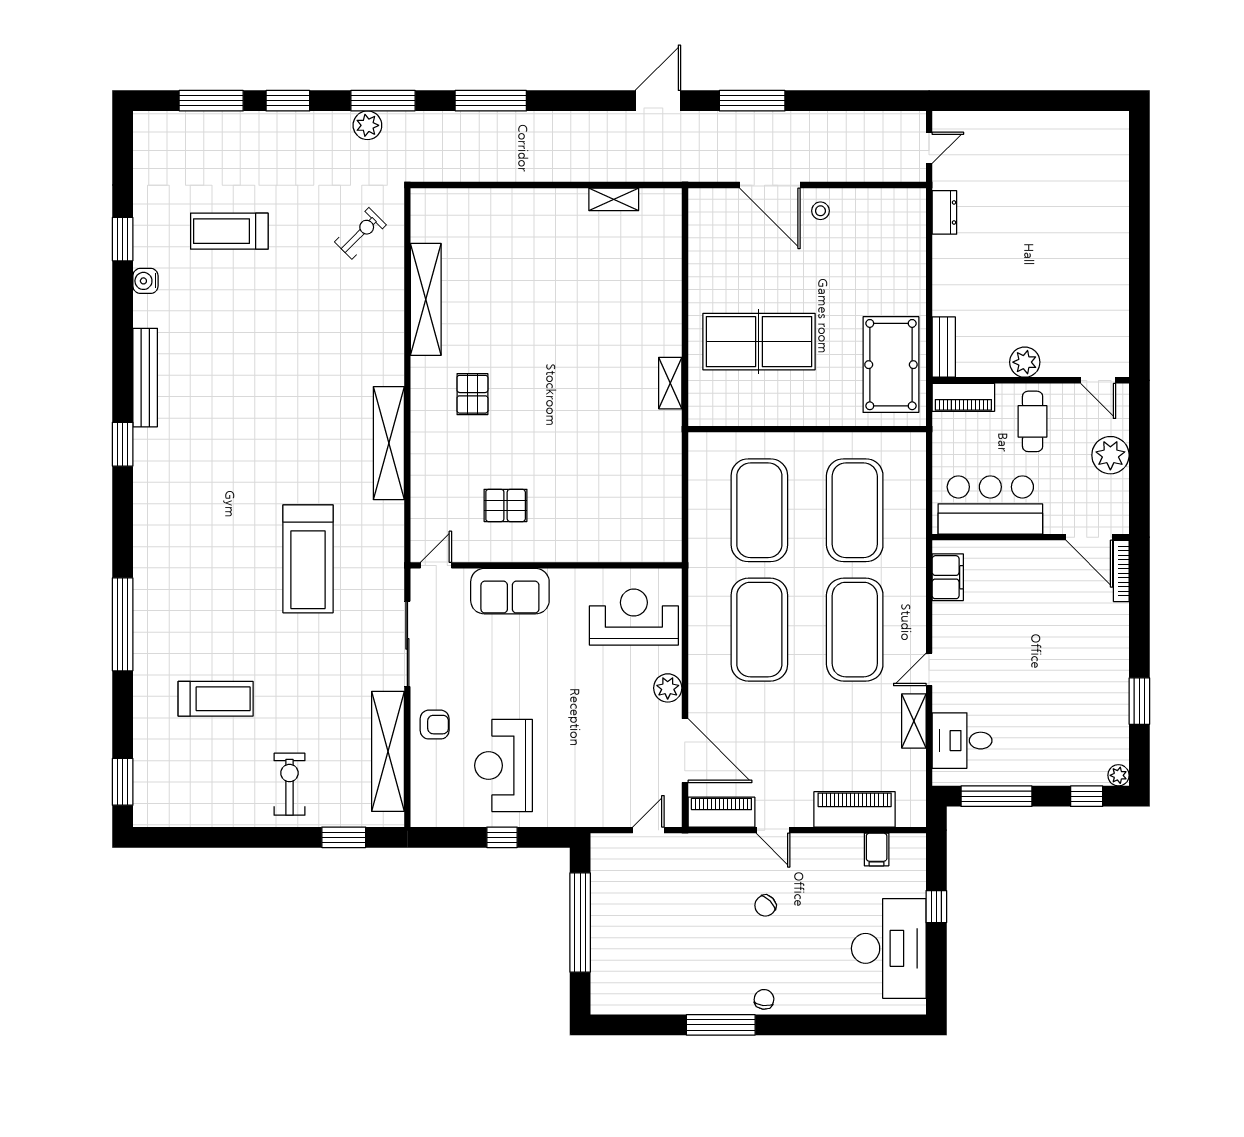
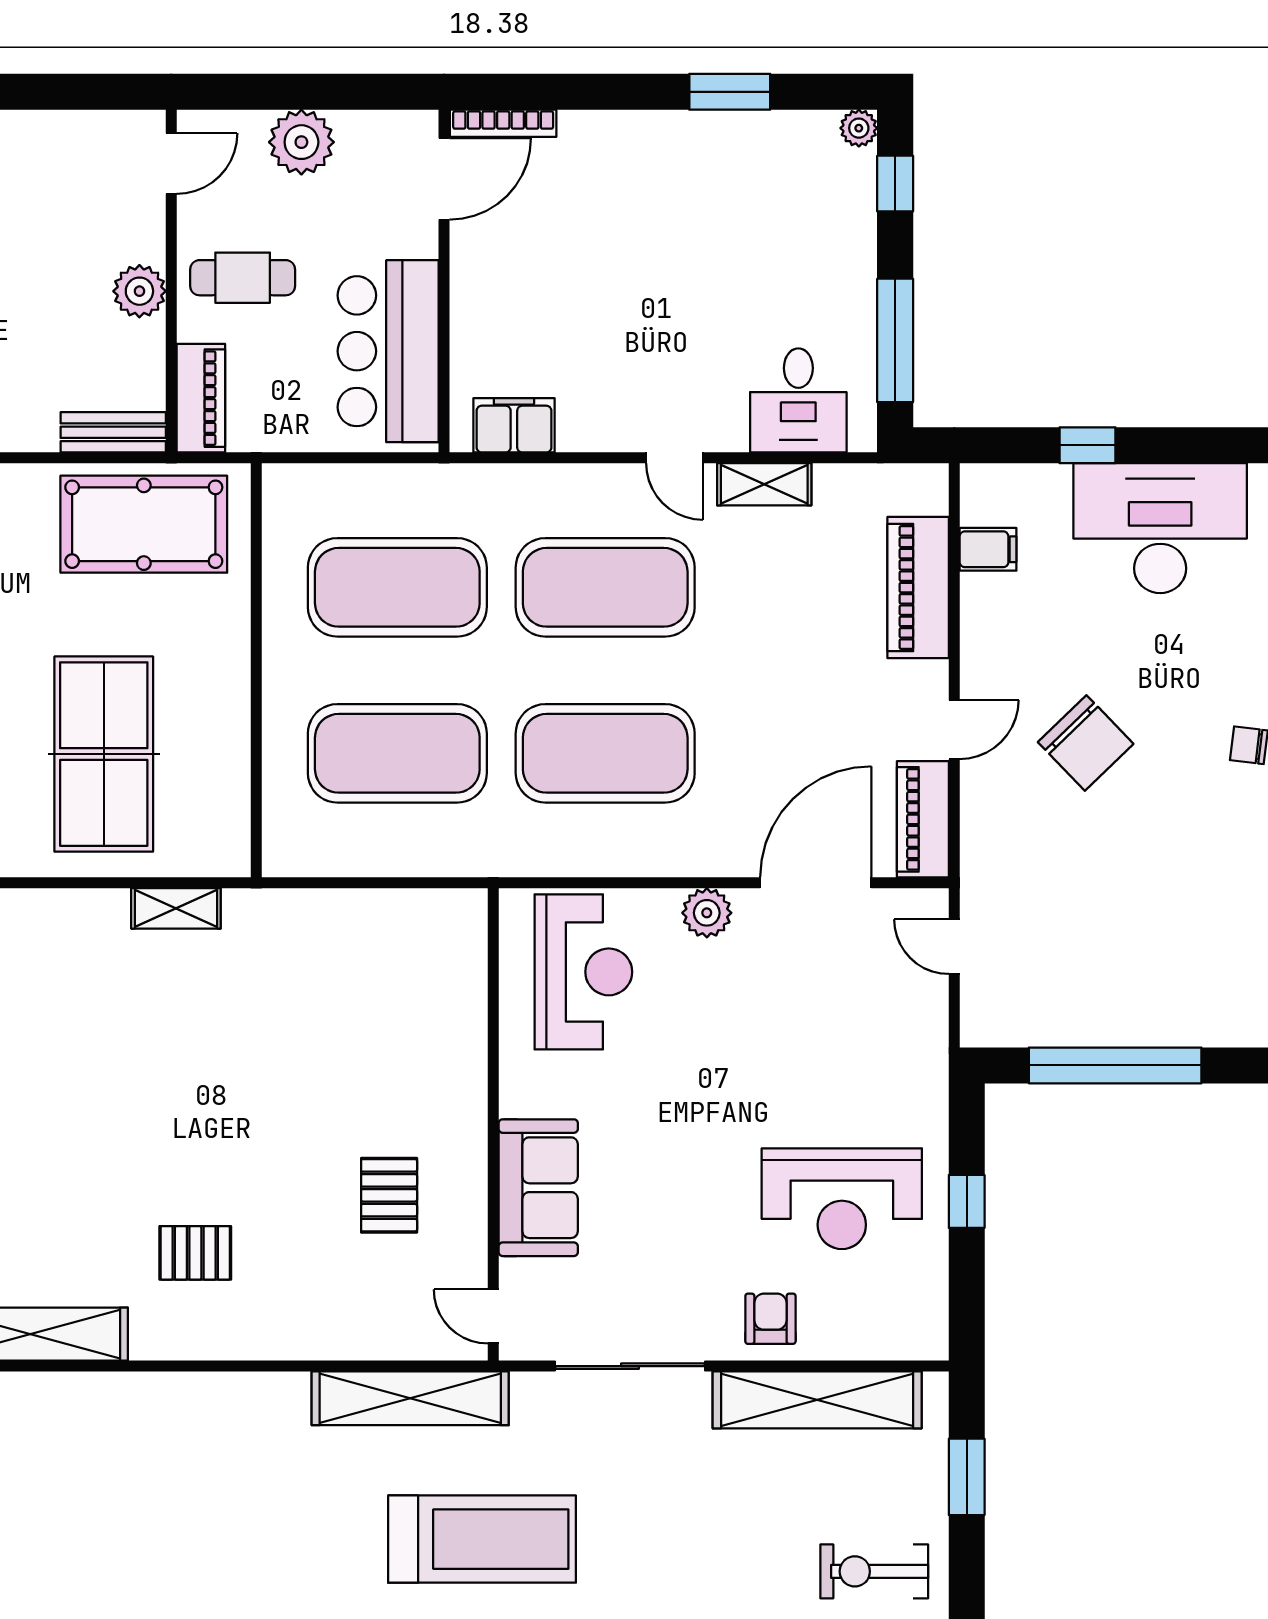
shelving: (389, 443) -> (410, 1398), moved
reception desk: (634, 617) -> (583, 972), turned 180
chair: (765, 906) -> (1086, 743), width x1.87, depth x1.87

